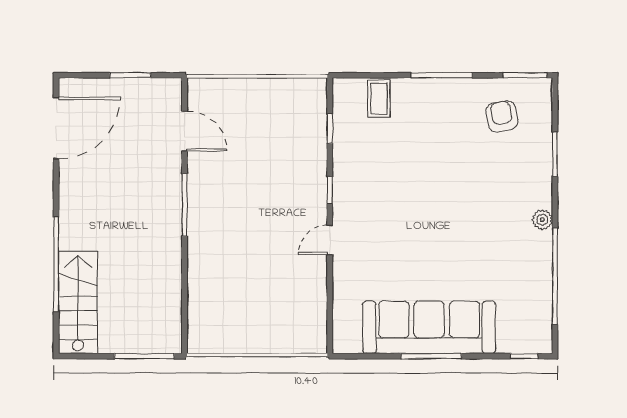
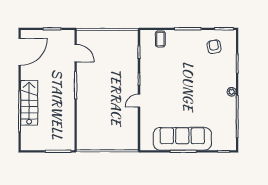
stairs: (78, 302) -> (29, 103), moved

